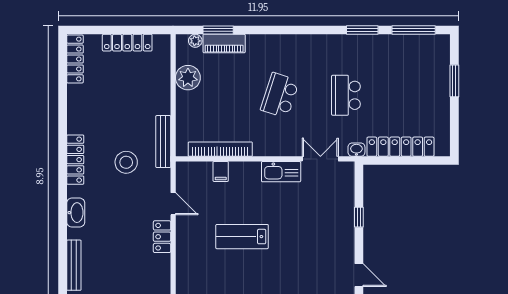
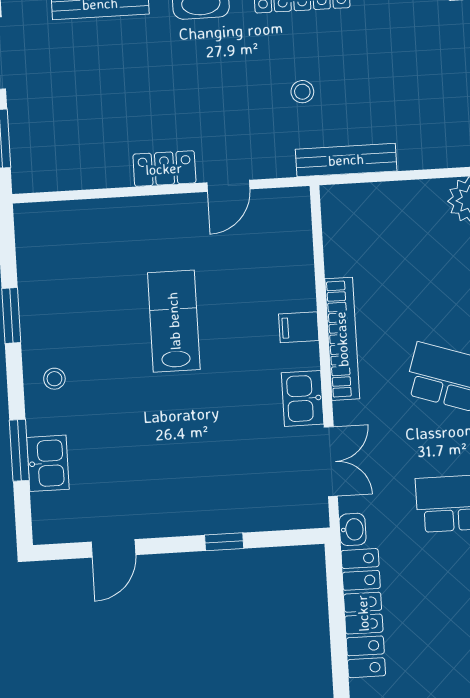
bookcase: (220, 149) -> (342, 339), moved
stool: (126, 162) -> (302, 92), width x0.53, depth x0.53
filing cabinet: (221, 171) -> (299, 327), moved
kitchen sink: (281, 172) -> (303, 398), width x0.73

